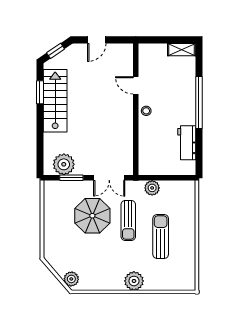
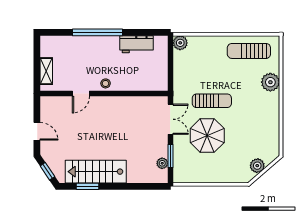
shelving: (182, 50) -> (46, 71), moved
plant: (64, 164) -> (162, 163), width x0.53, depth x0.53
plant: (152, 188) -> (180, 43), moved
sun lounger: (161, 236) -> (249, 51), moved
plant: (71, 279) -> (257, 166), moved
plant: (134, 281) -> (270, 82), moved

